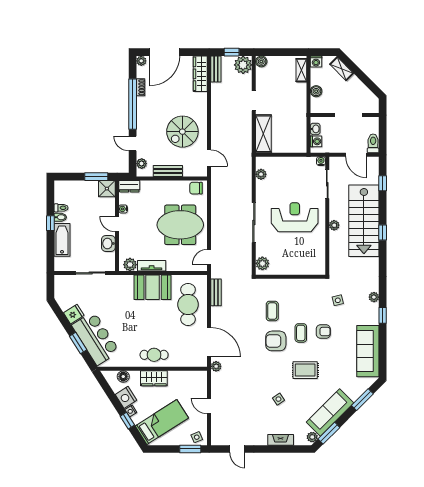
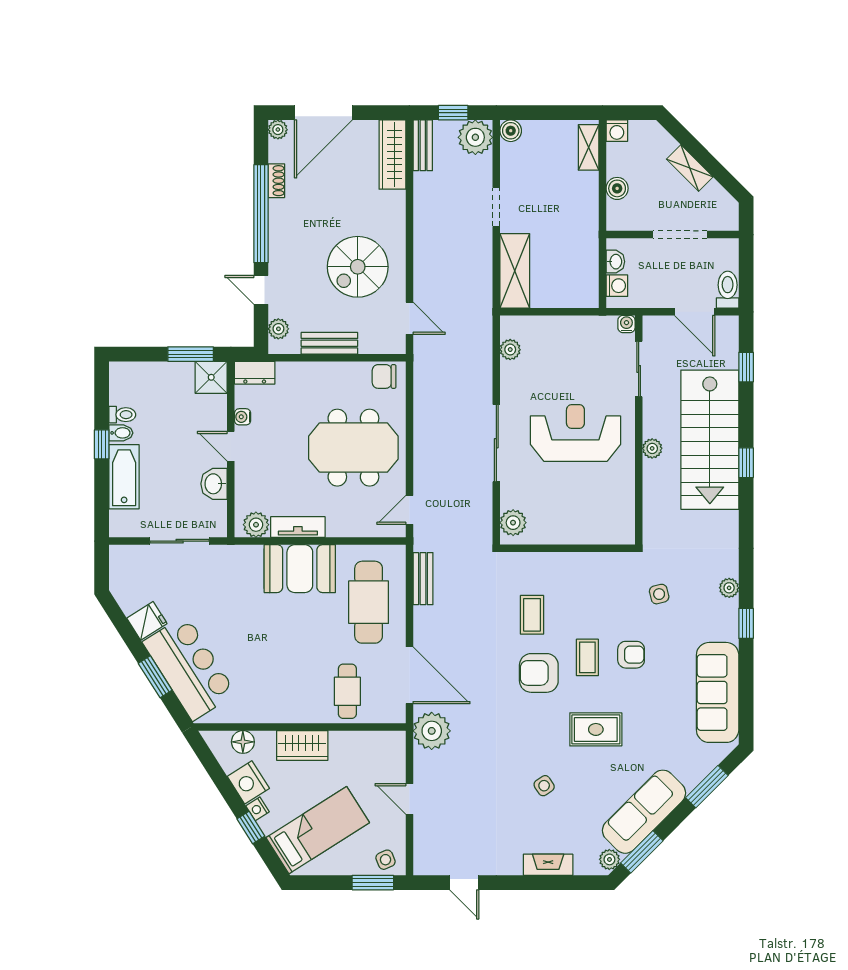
shelving: (342, 69) -> (690, 168), moved
cafe table: (154, 355) -> (347, 691), moved, turned 90
plant: (216, 366) -> (432, 731), width x1.88, depth x1.88

